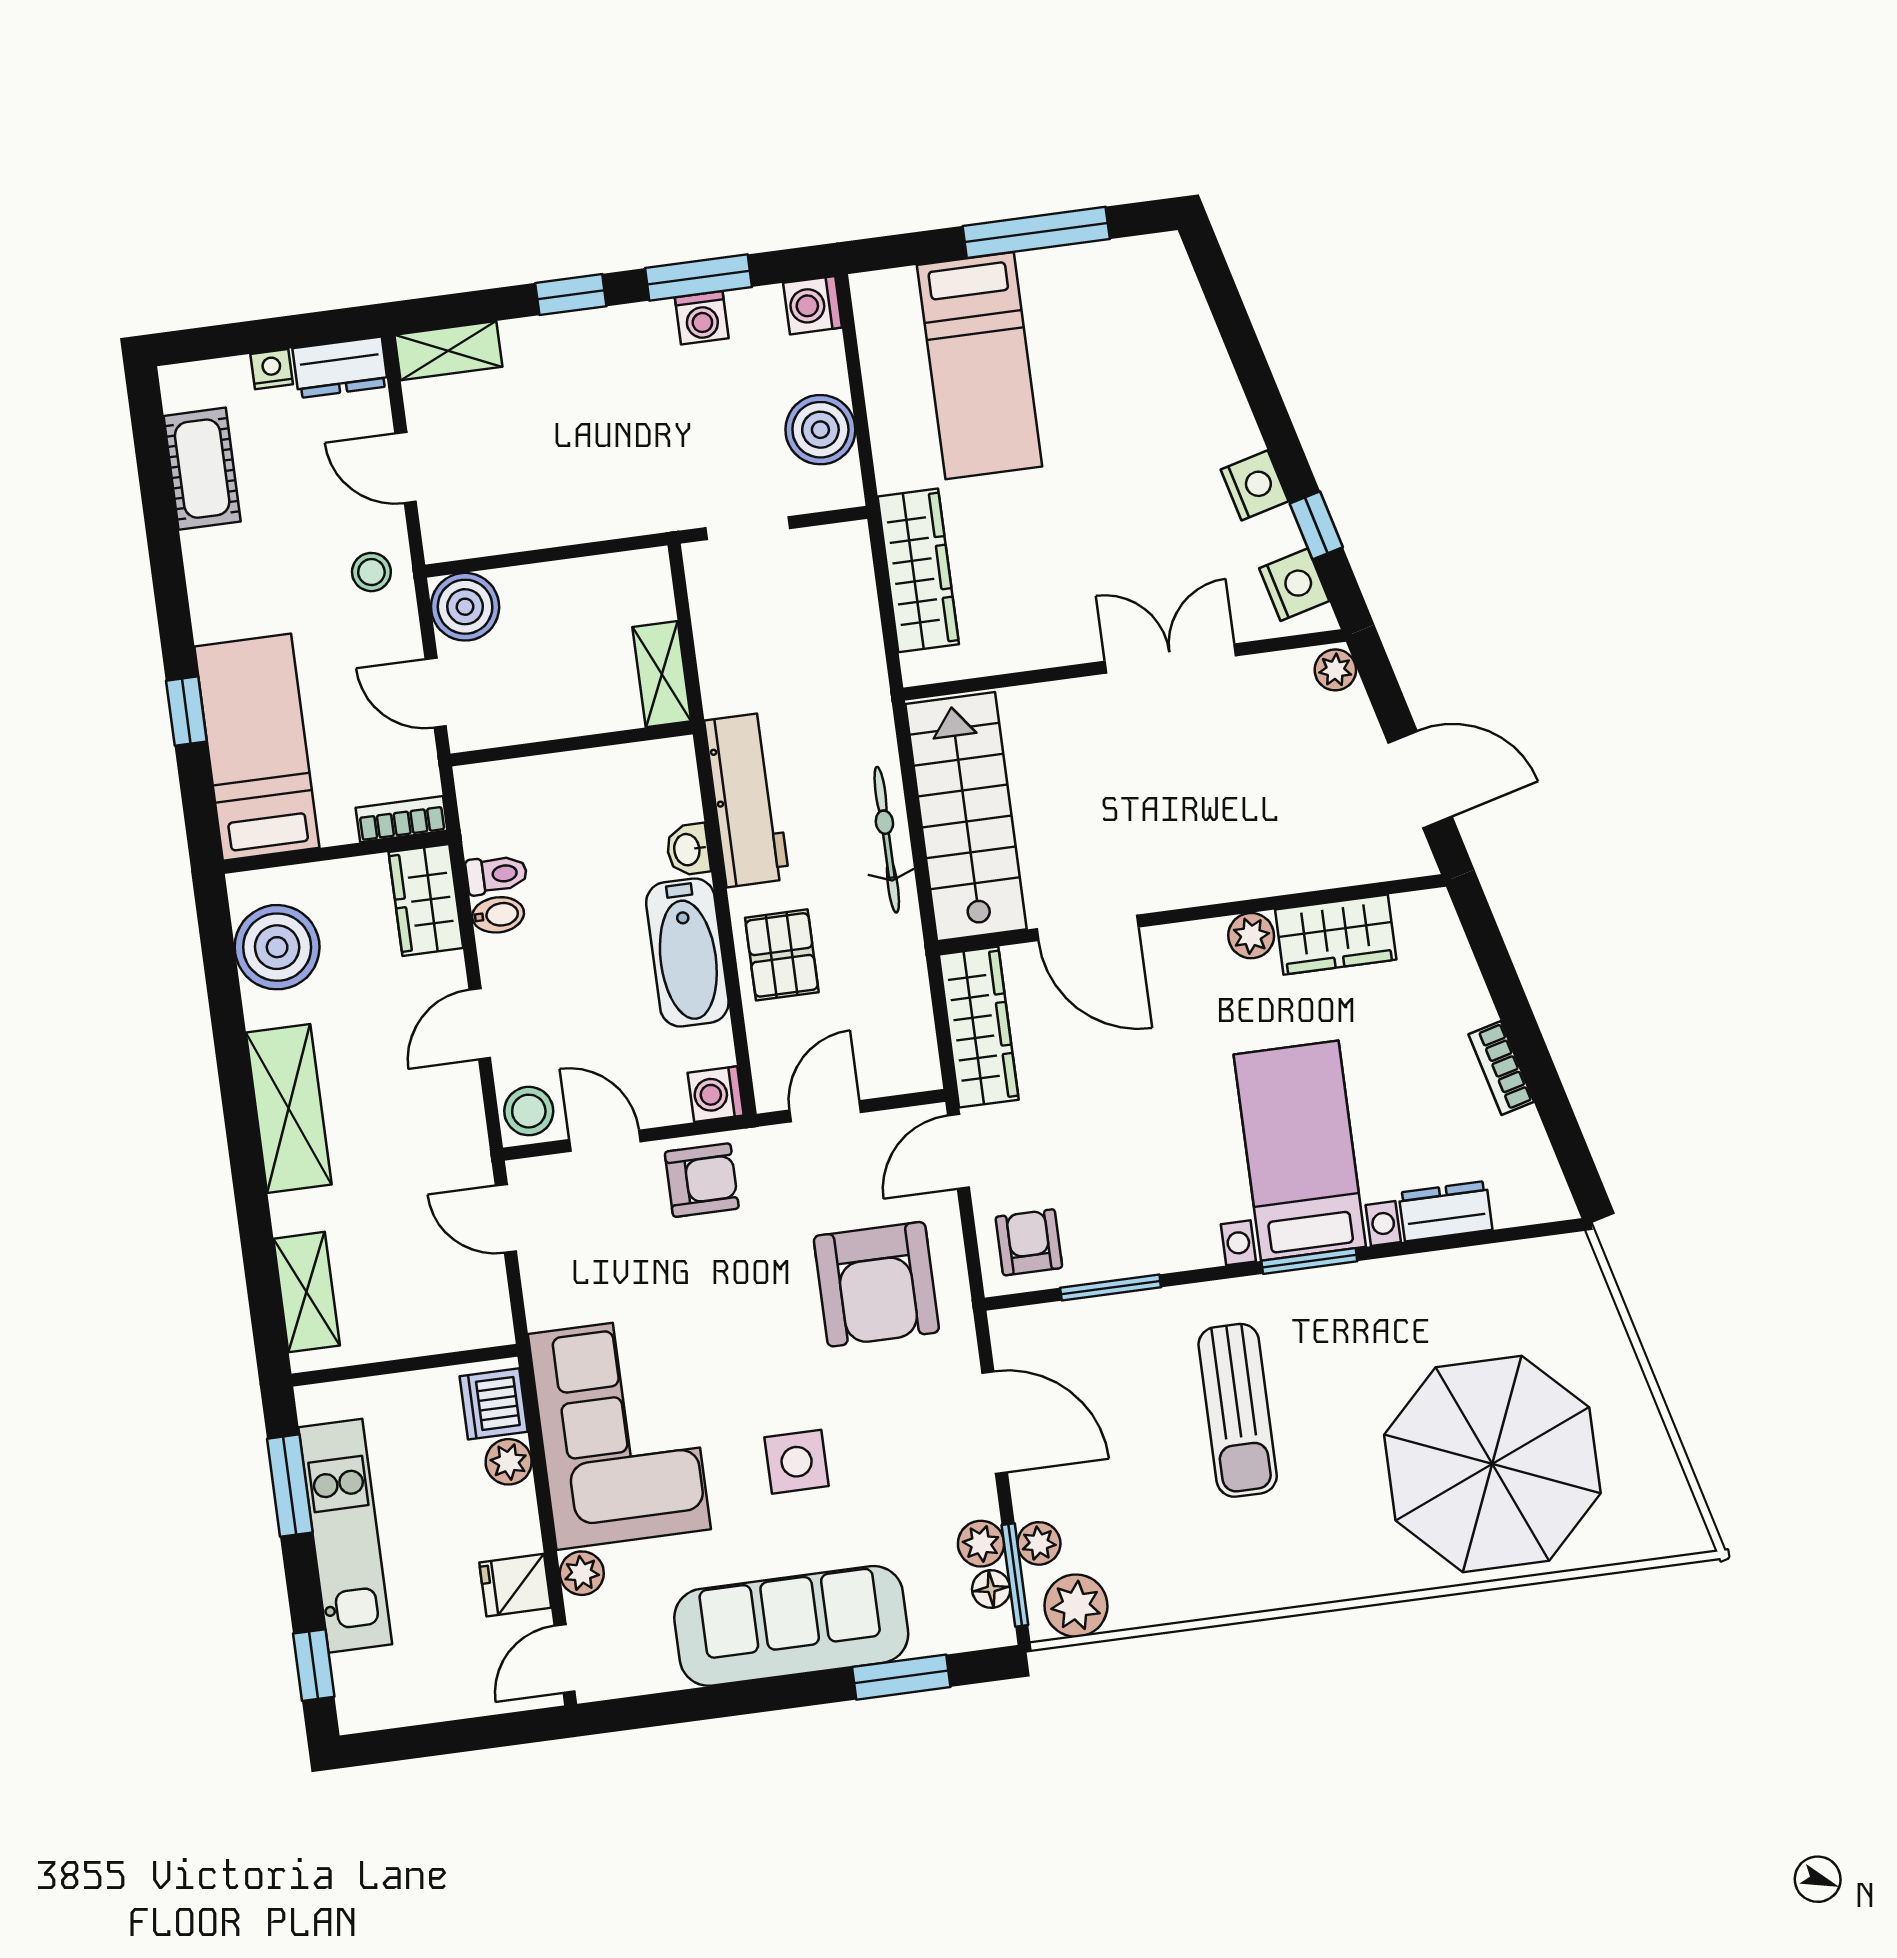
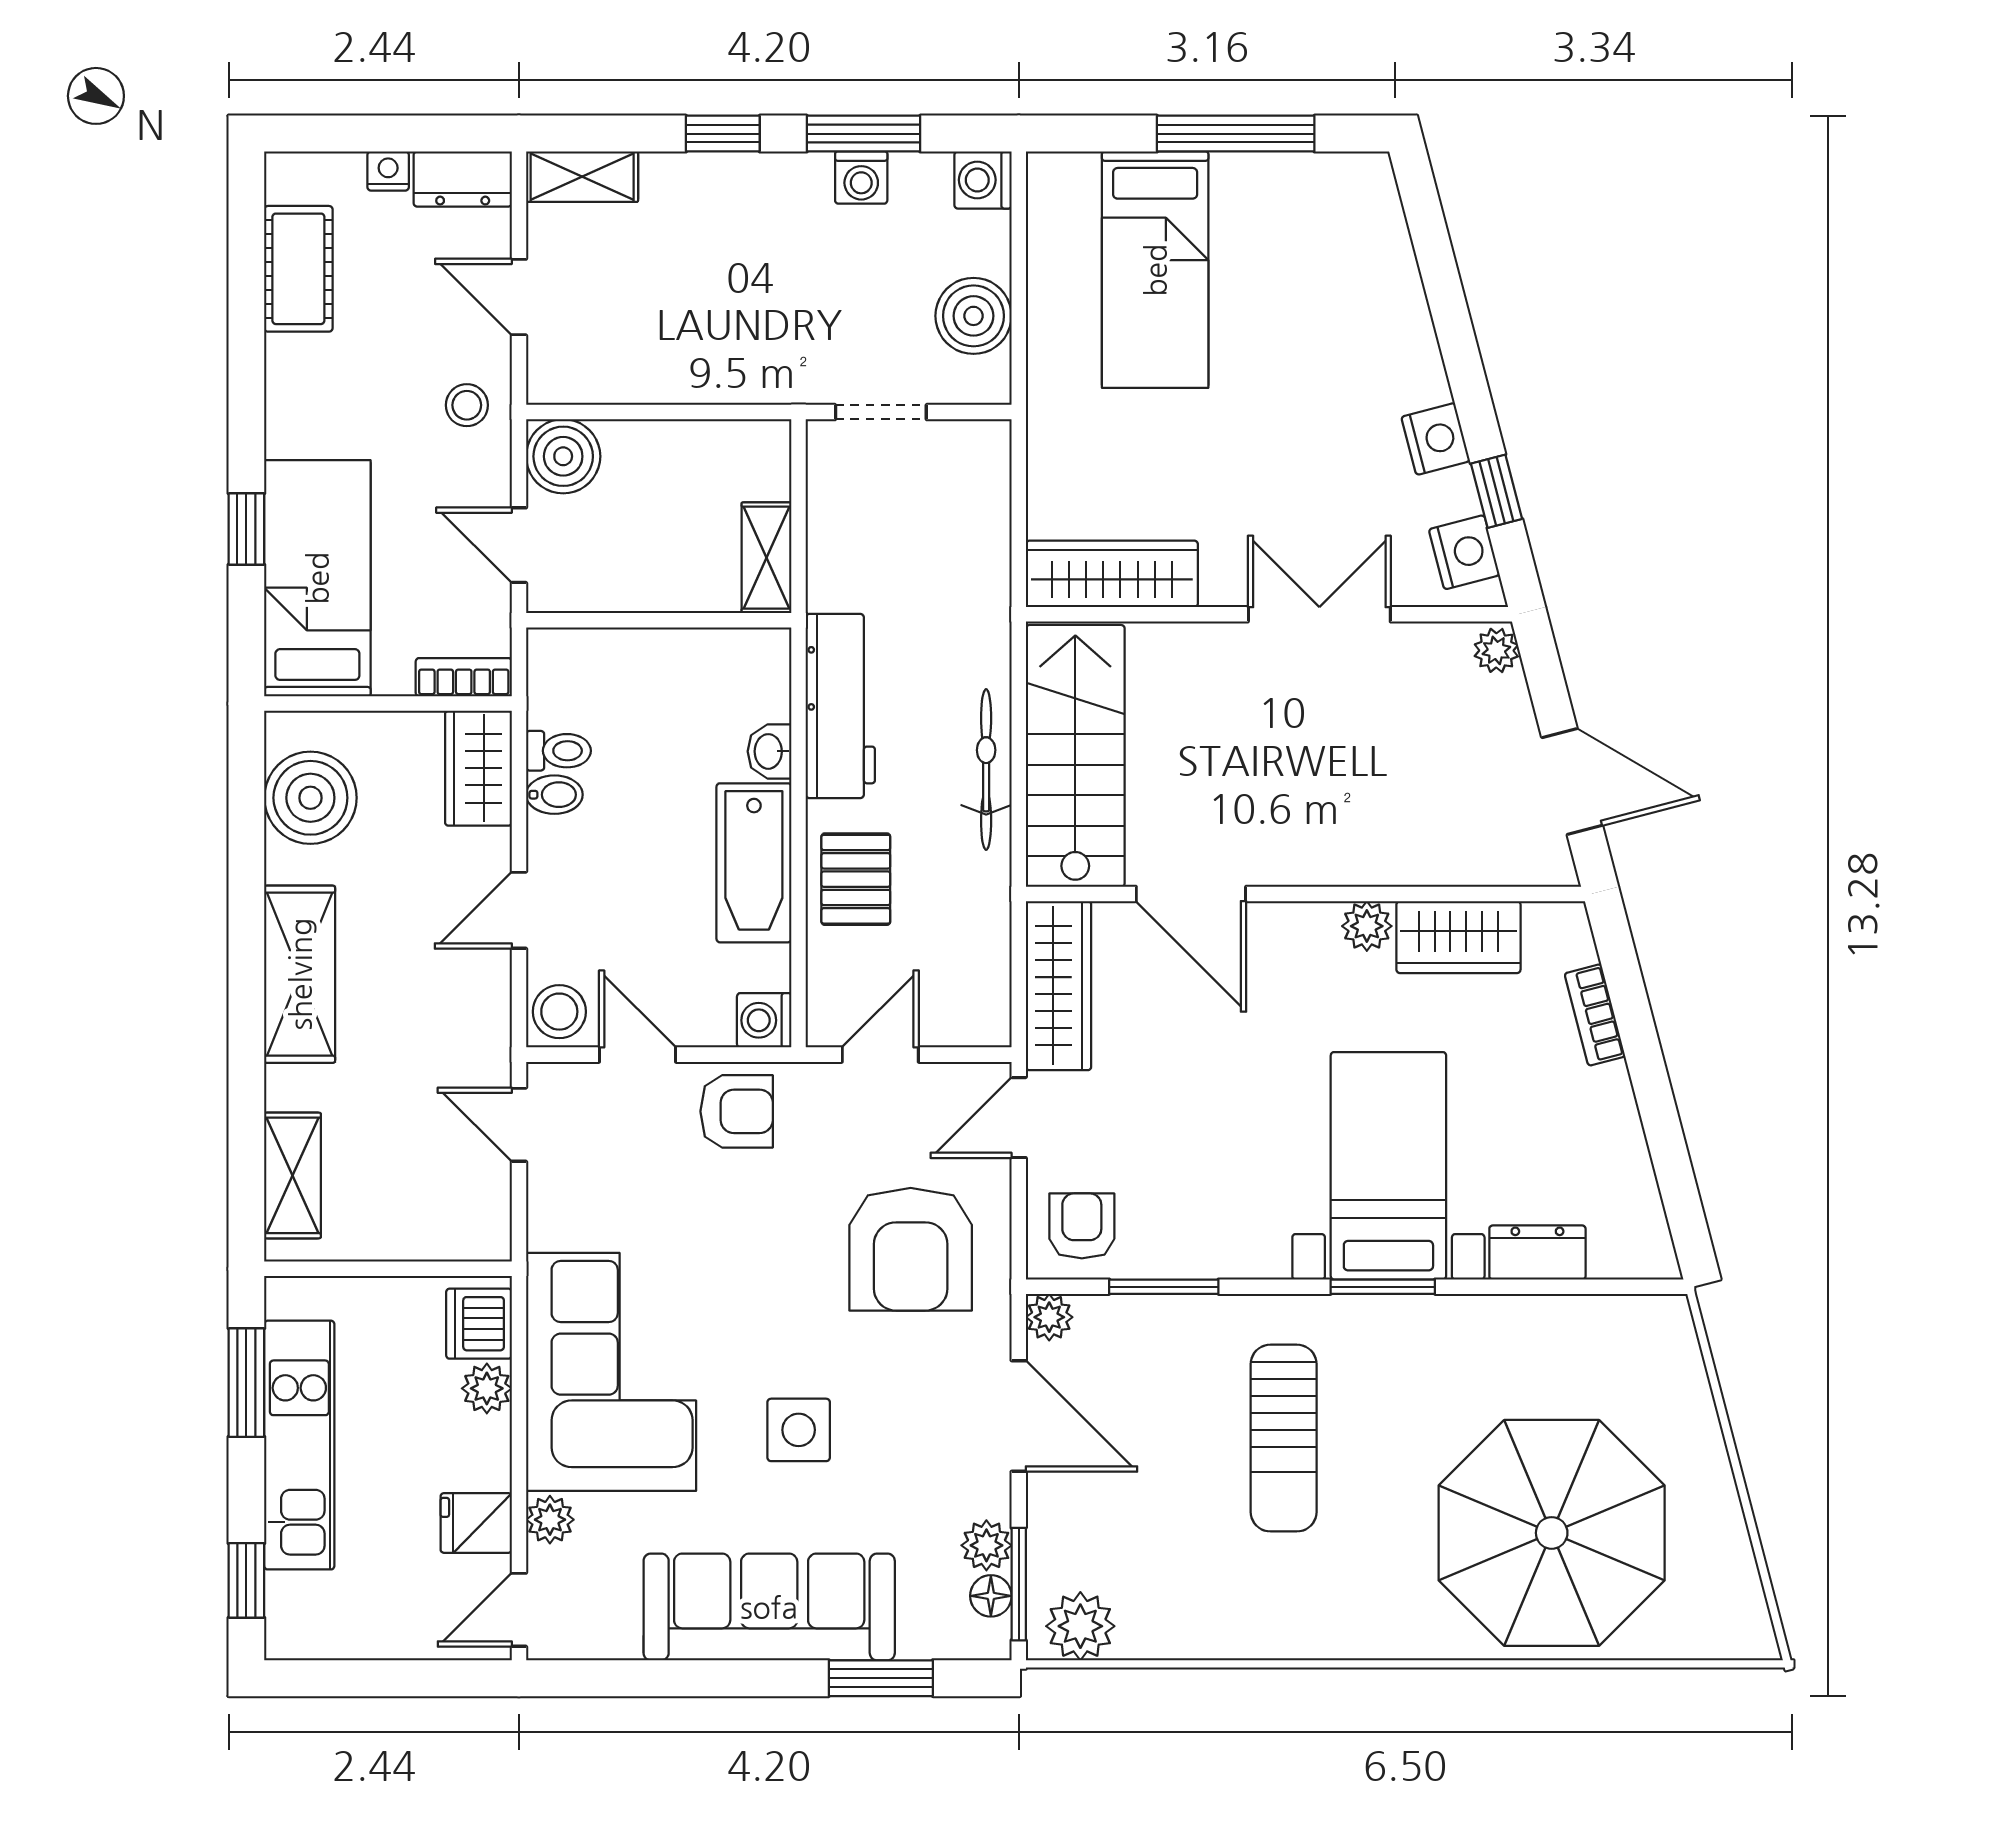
wardrobe: (918, 570) -> (1112, 574), moved, turned -90
bookcase: (1501, 1068) -> (1595, 1015), moved
plant: (1039, 1543) -> (1049, 1317), moved

